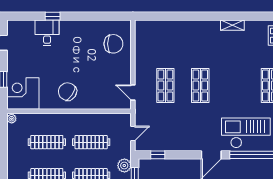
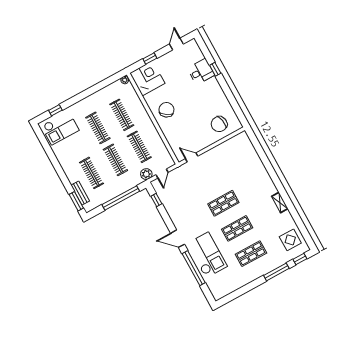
chair: (113, 44) -> (219, 124), turned 80
shop shelf: (165, 86) -> (237, 228), moved
door: (133, 92) -> (192, 157), hinge flipped
door: (133, 133) -> (162, 174), hinge flipped
plant: (124, 166) -> (146, 174), moved

